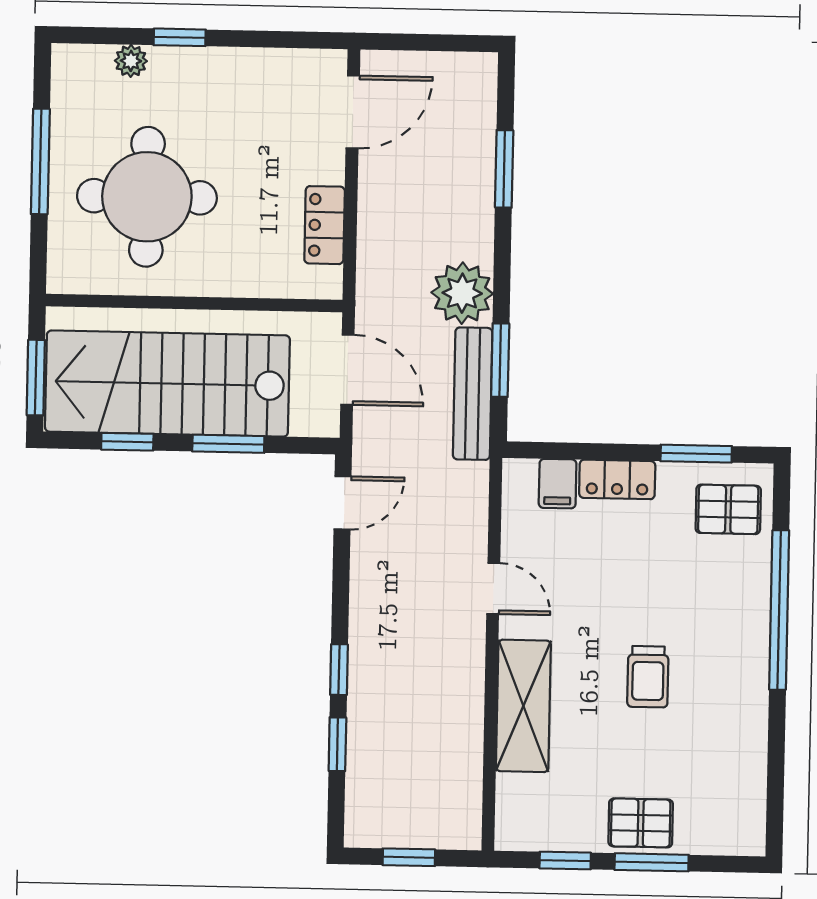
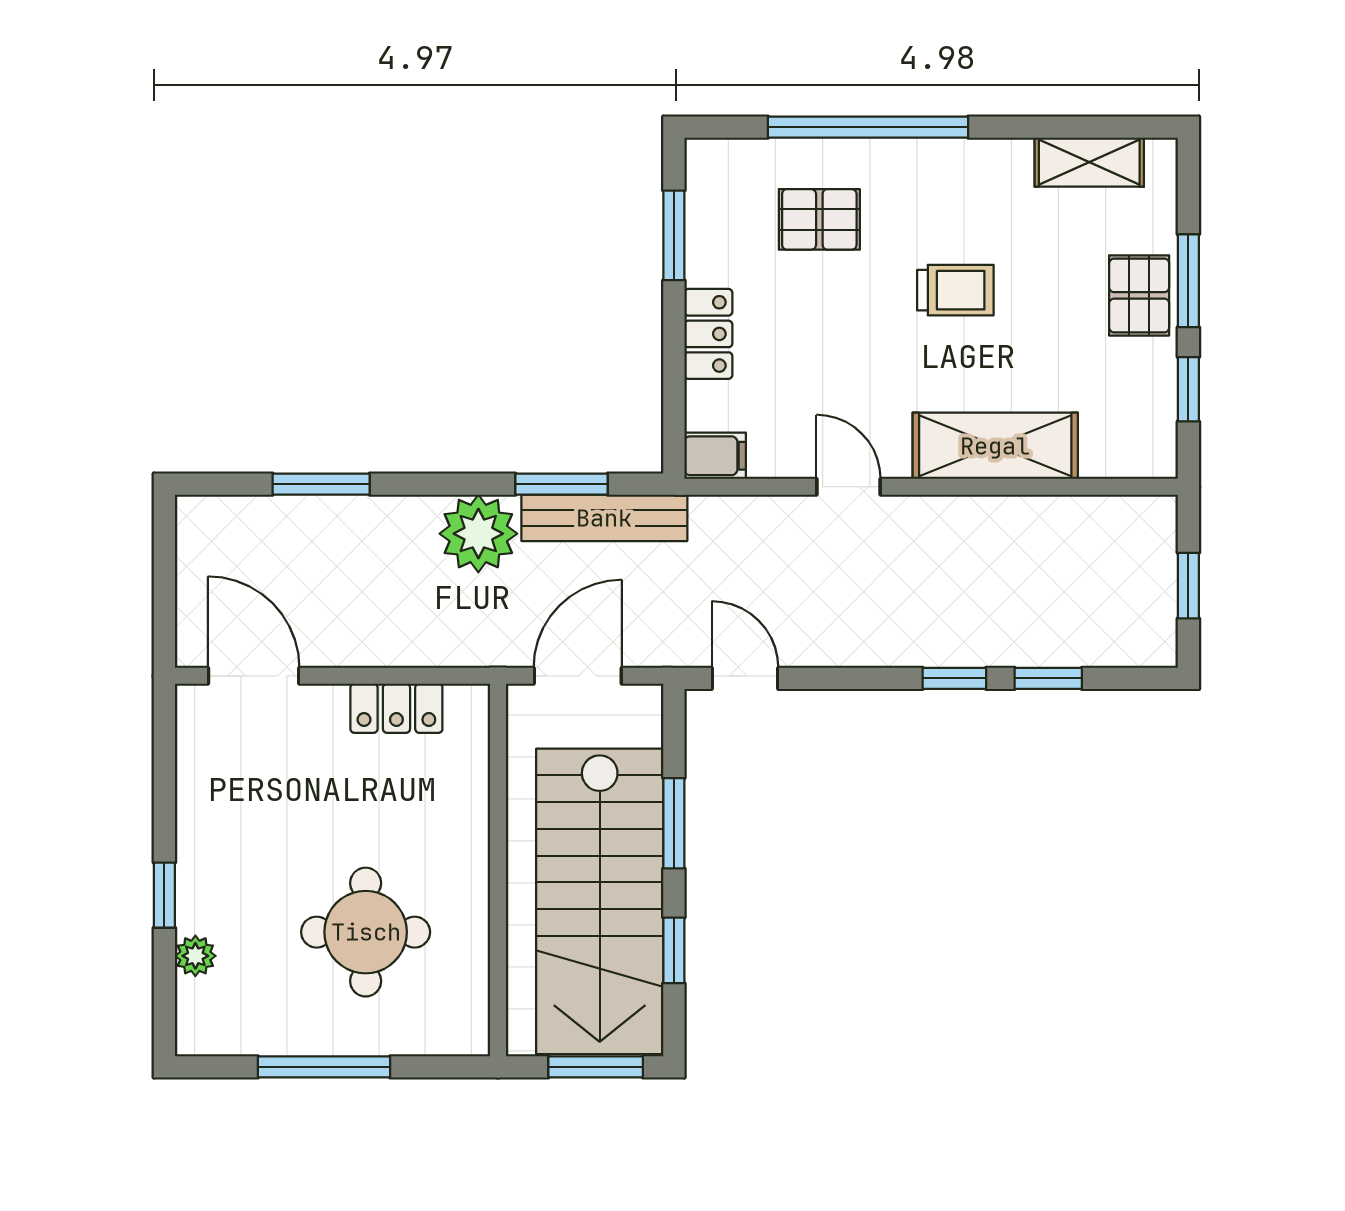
round table: (147, 197) -> (366, 932), width x0.73, depth x0.73
filing cabinet: (558, 484) -> (715, 456), moved
pallet: (728, 509) -> (819, 219), moved, turned 90
door: (493, 588) -> (848, 487), hinge flipped
shelving: (748, 785) -> (1089, 162), added

